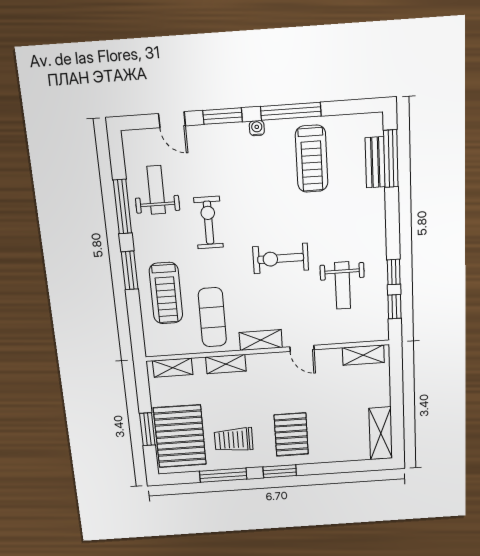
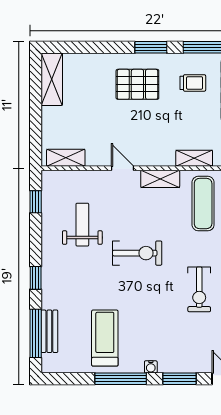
window: (394, 272) -> (36, 278), moved
pallet: (291, 434) -> (137, 84), turned 90
trolley: (234, 440) -> (193, 83), width x0.73, depth x0.72

